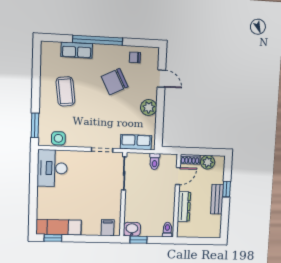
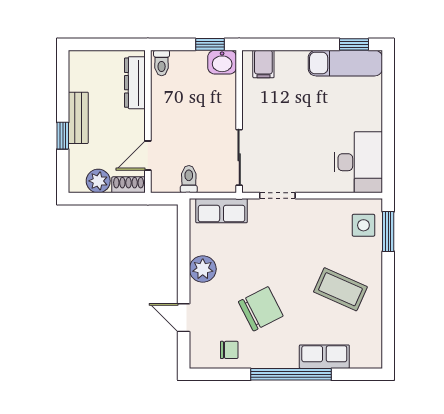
coffee table: (65, 91) -> (340, 289), turned -59
side table: (58, 138) -> (363, 225), moved
dresser: (184, 207) -> (135, 83), moved

